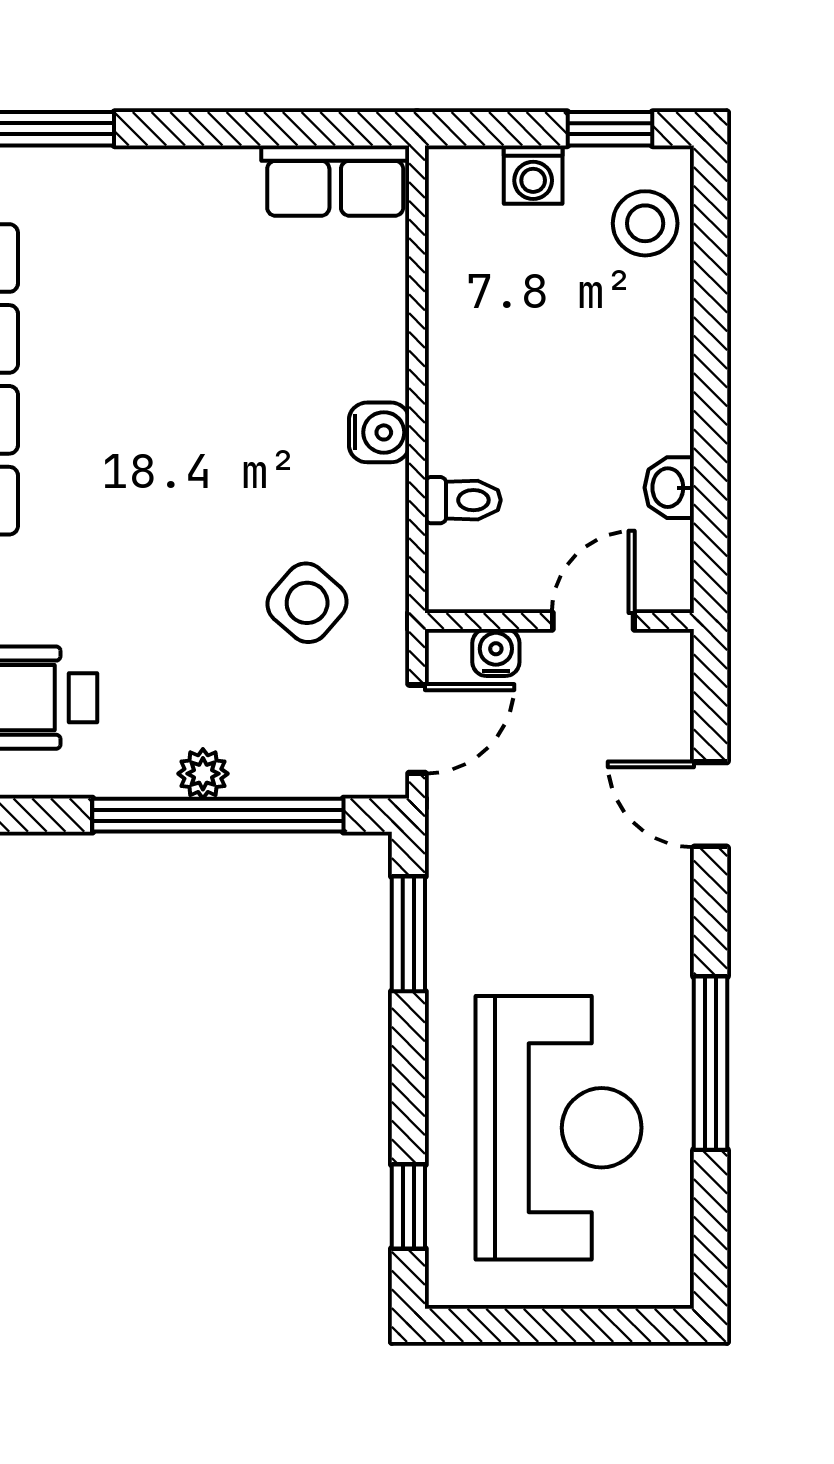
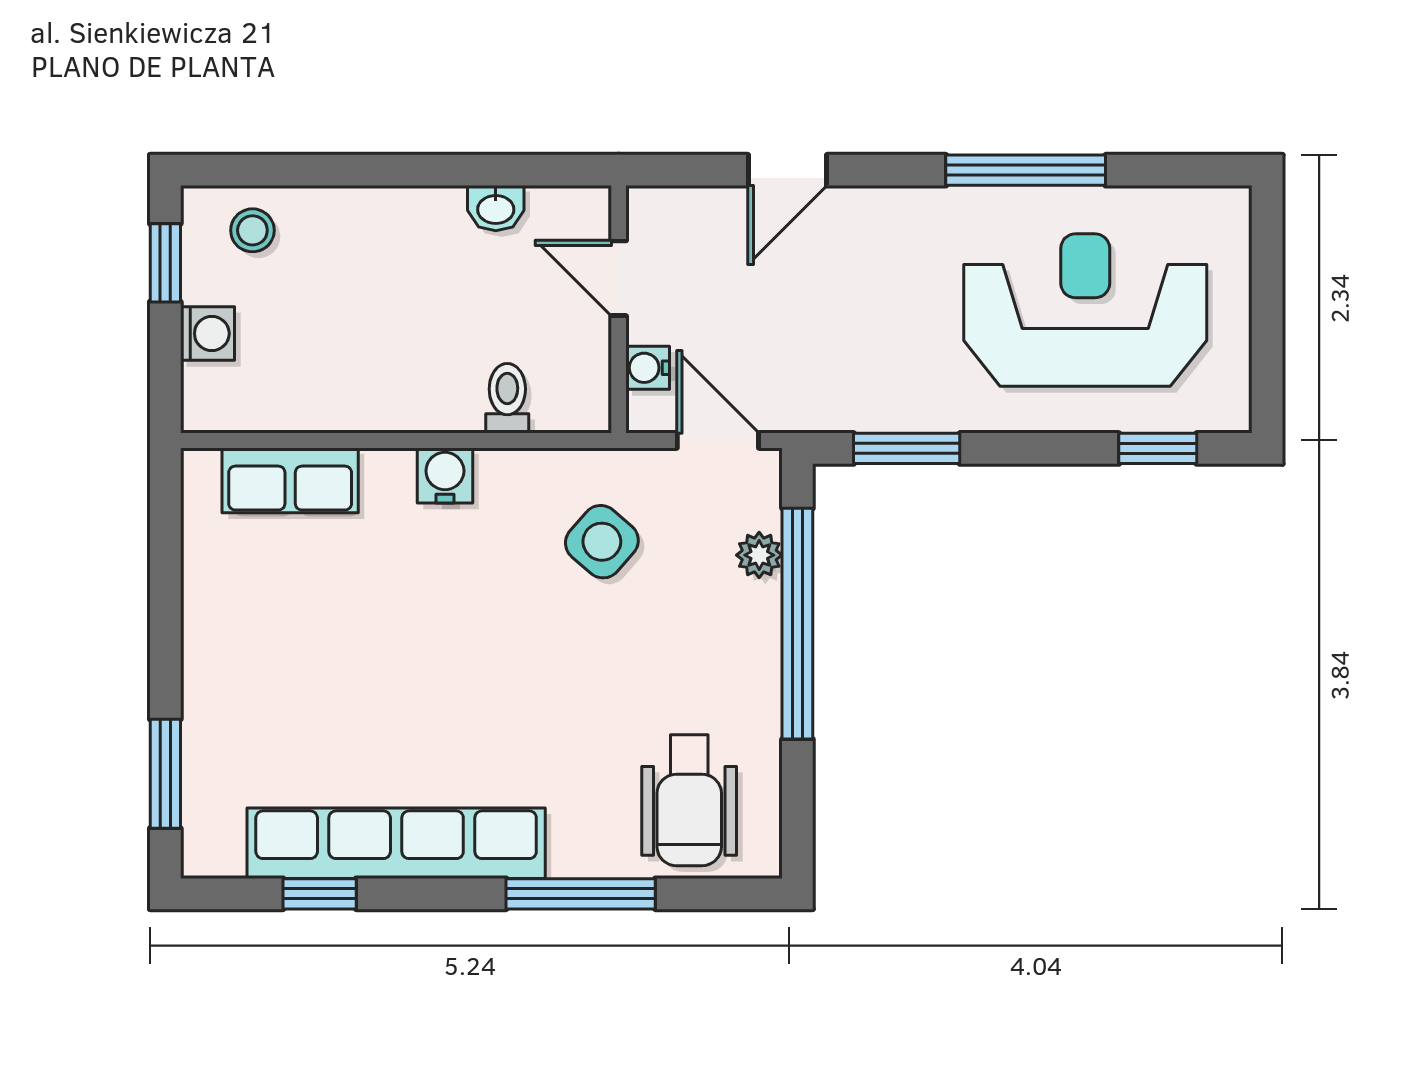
row of seats: (335, 181) -> (290, 480), moved, turned 90
stool: (645, 223) -> (252, 230), width x0.73, depth x0.73
plant: (203, 774) -> (759, 555), moved

